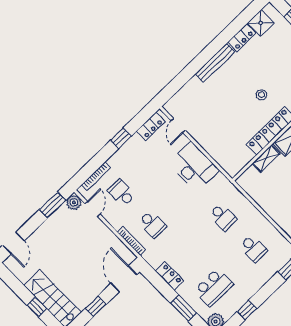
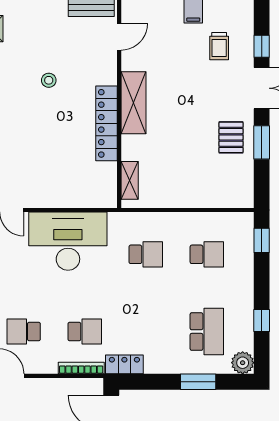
stool: (262, 95) -> (49, 80), moved
shelving: (266, 158) -> (130, 180), moved
desk: (194, 167) -> (68, 241), width x1.36, depth x1.30
locker: (170, 276) -> (124, 364), moved

